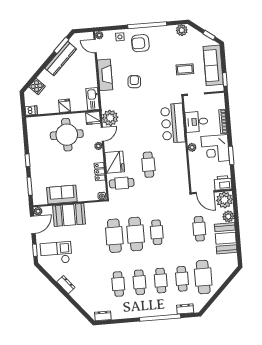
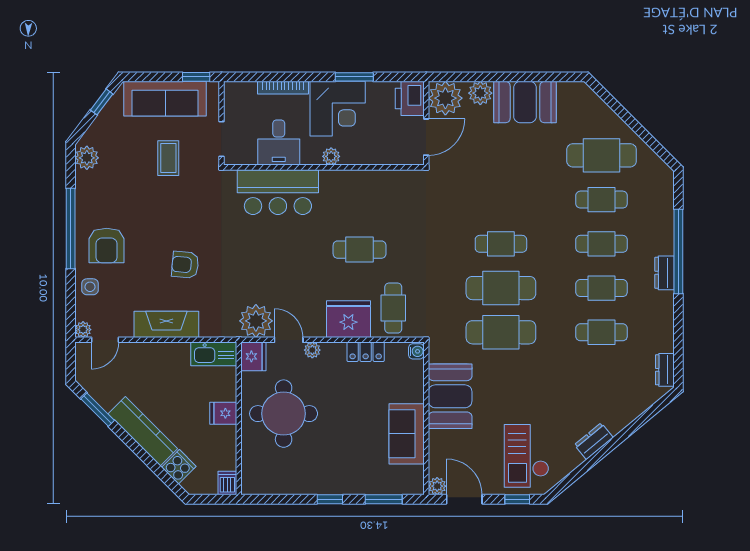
kitchen counter: (61, 58) -> (143, 431), moved
booth: (69, 215) -> (450, 396), moved
cafe table: (199, 229) -> (501, 155), removed
dresser: (185, 309) -> (665, 273), moved

